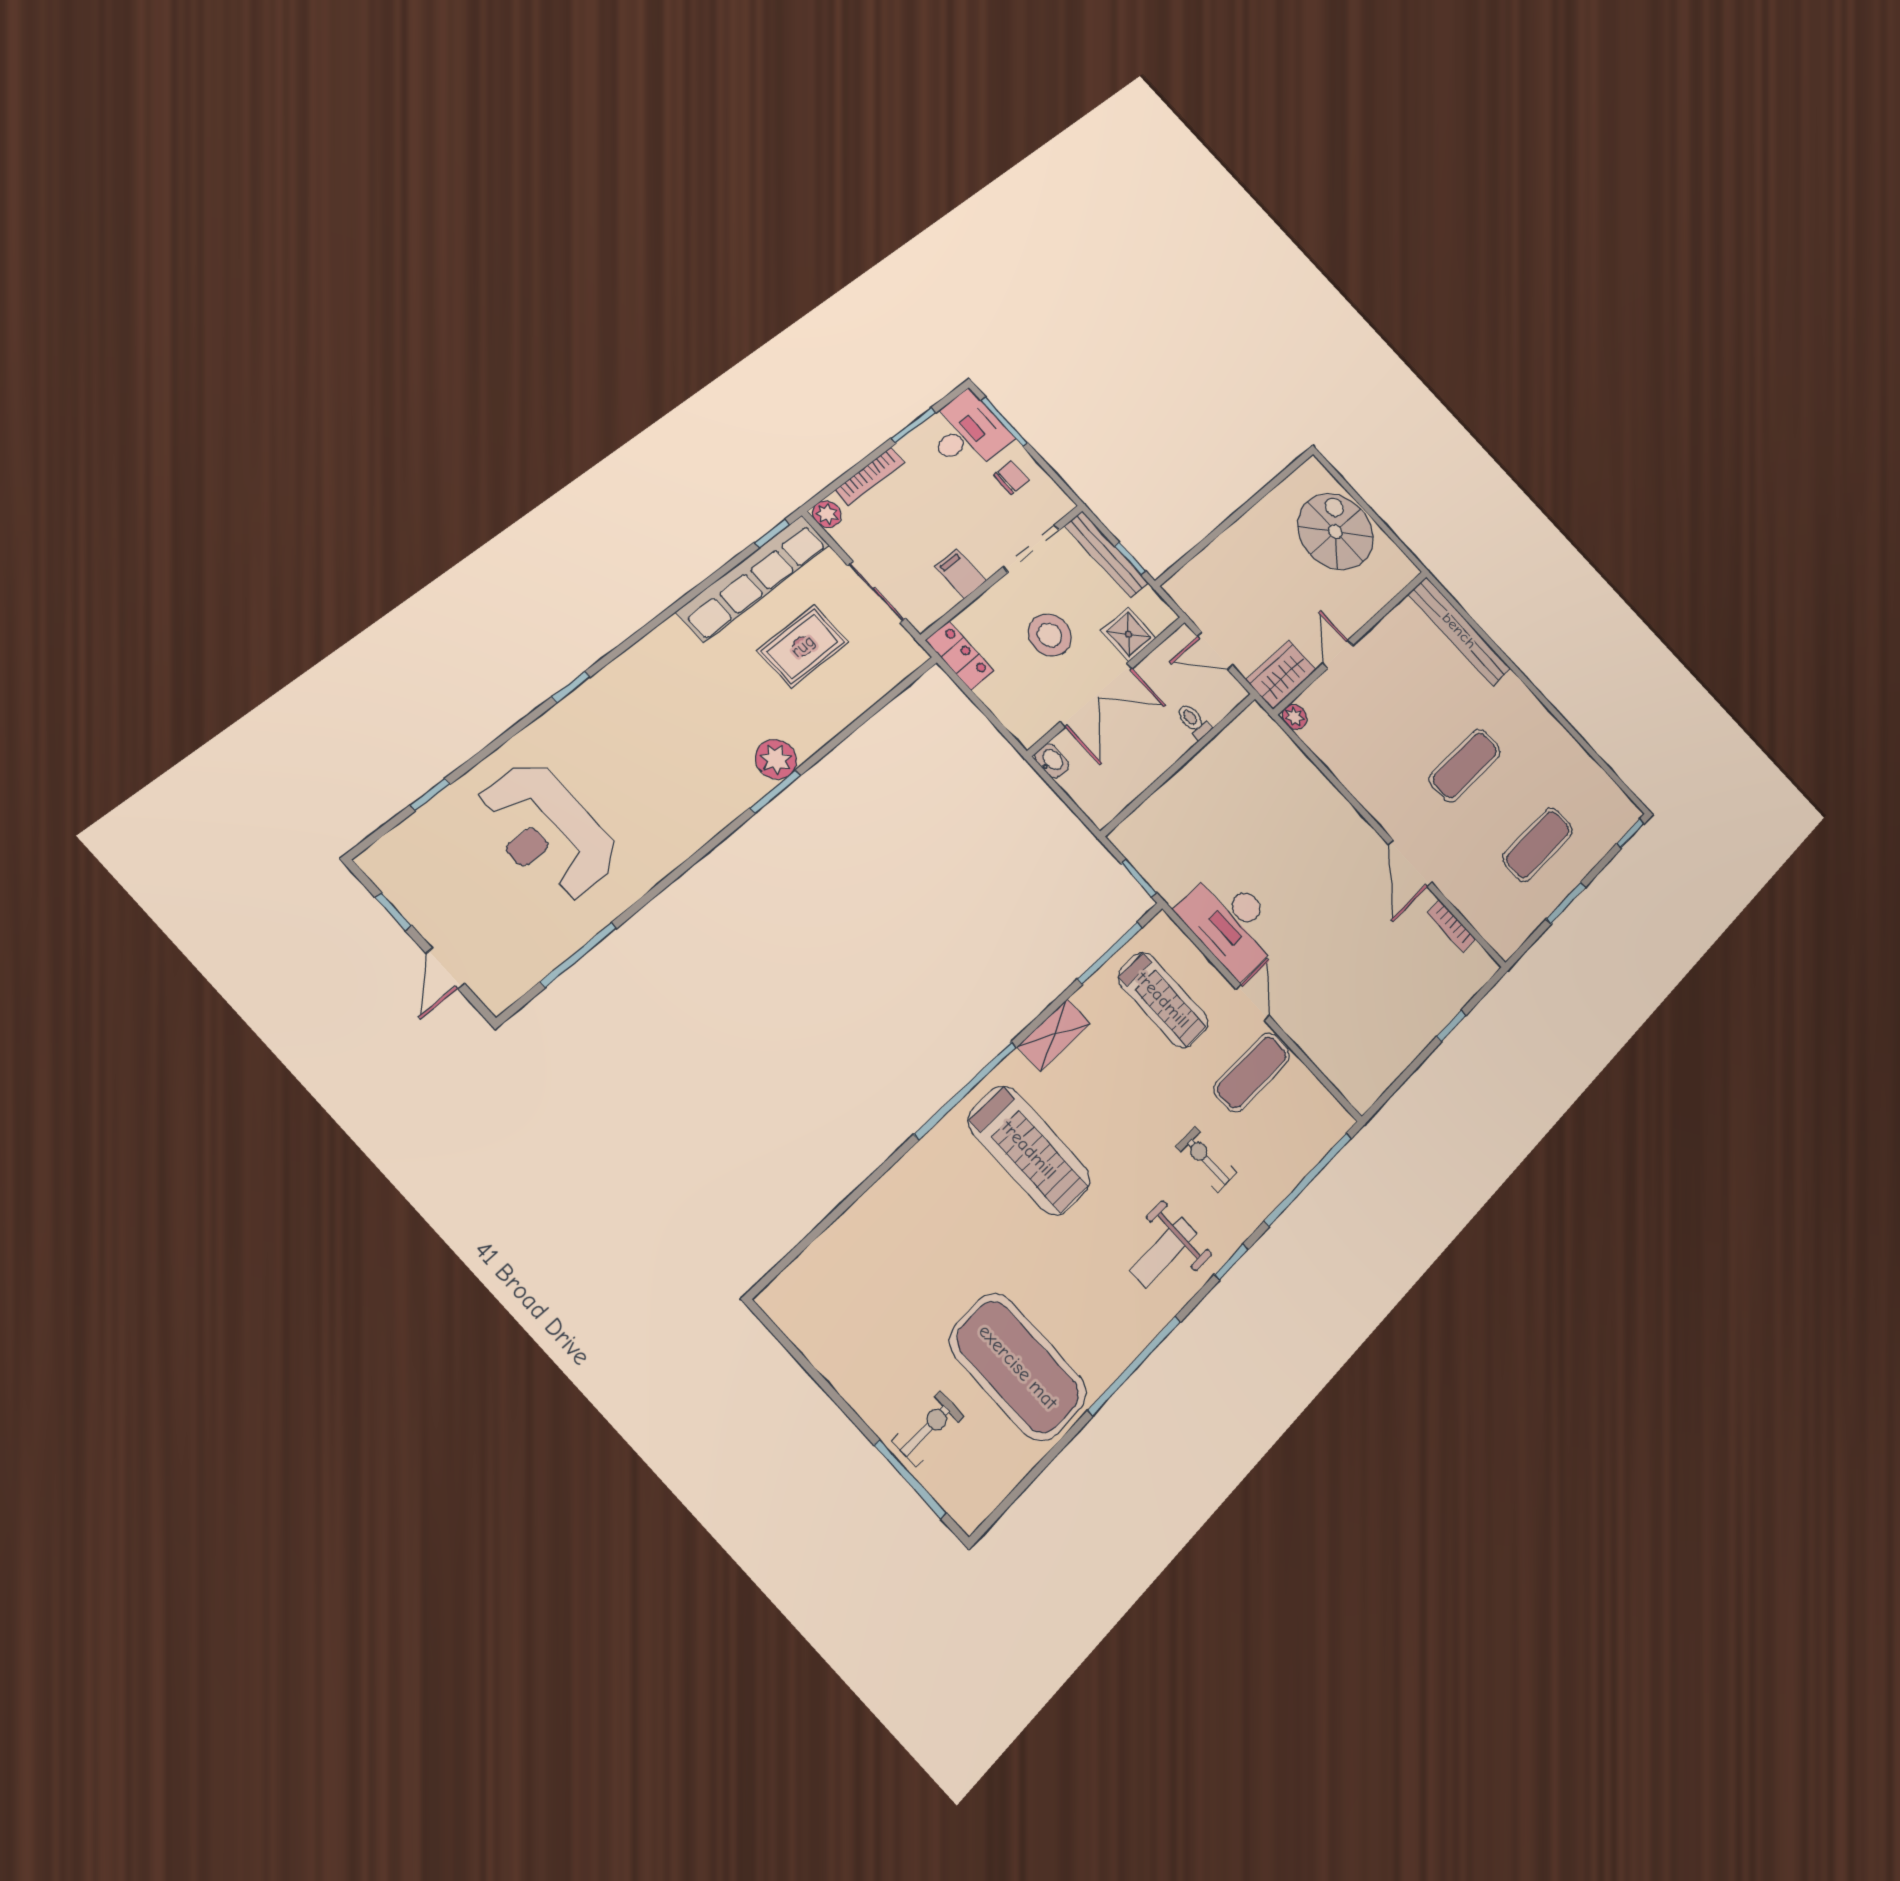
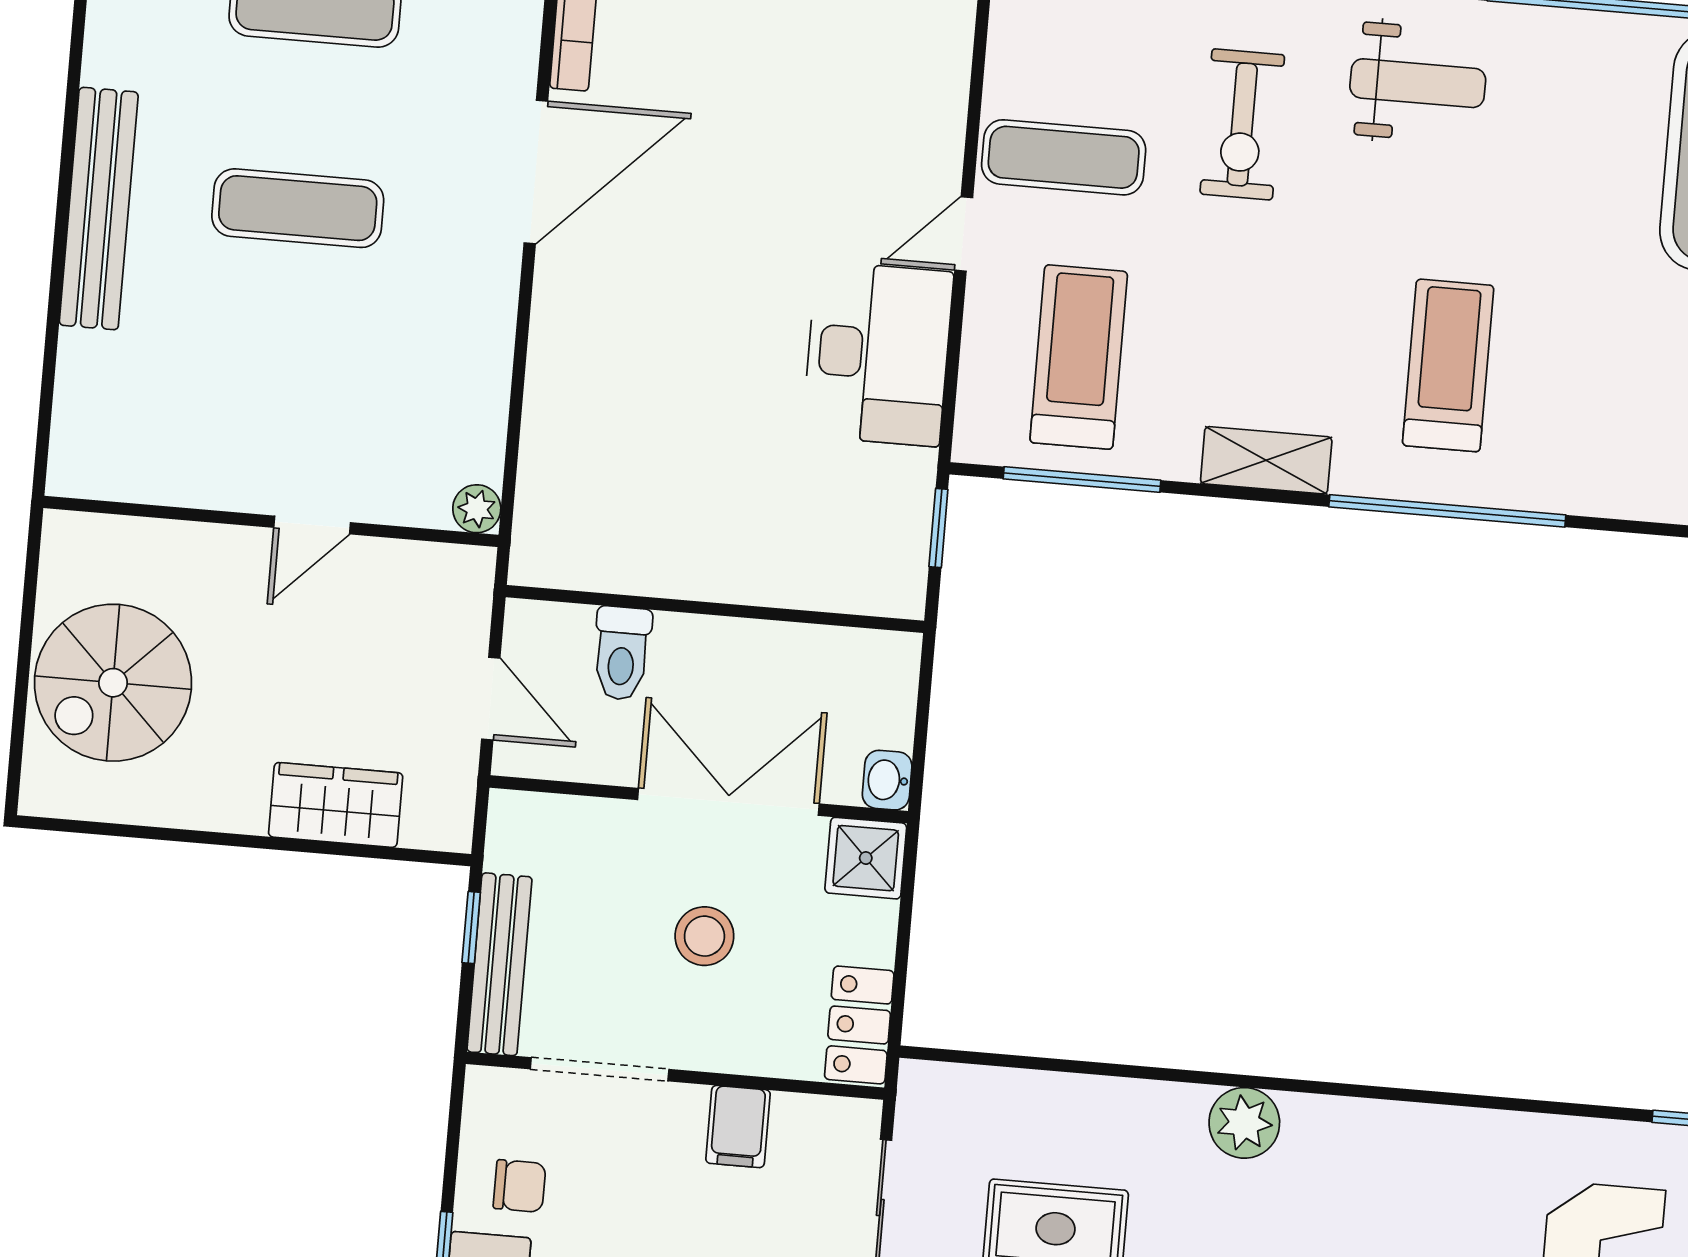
chair: (1011, 478) -> (520, 1186), turned 180
bench: (1459, 631) -> (99, 209), moved
shower: (1129, 634) -> (866, 858), moved
stool: (1050, 635) -> (704, 936), width x0.73, depth x0.73
wardrobe: (1281, 675) -> (336, 805), moved, turned 180
toilet: (1194, 721) -> (622, 653), width x1.37, depth x1.39
window: (775, 792) -> (1288, 1085), removed
door: (1410, 863) -> (536, 172), width x1.36
treadmill: (1029, 1150) -> (1448, 365), width x0.73, depth x0.73
exercise bike: (1206, 1159) -> (1242, 124), width x1.38, depth x1.39

